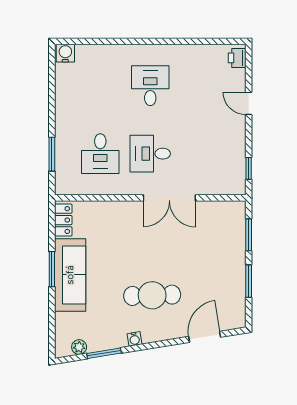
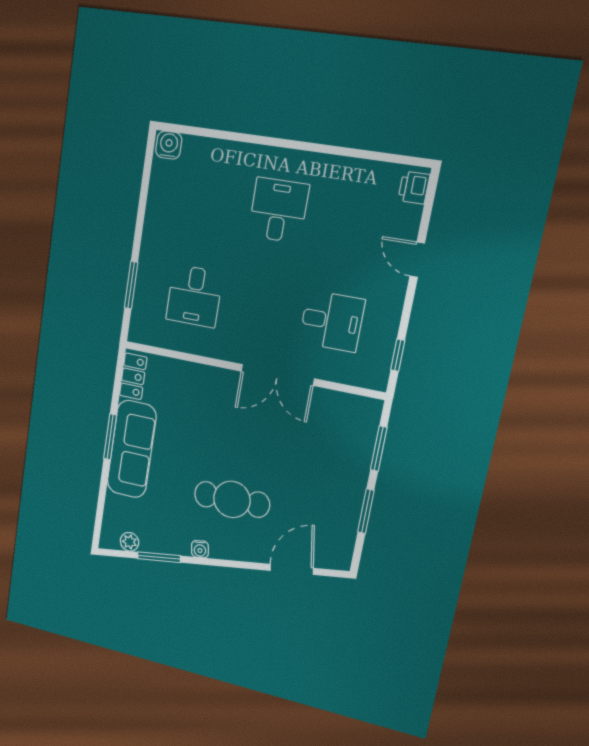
desk: (150, 154) -> (332, 321), moved, turned 180

